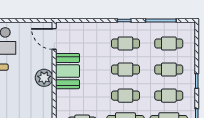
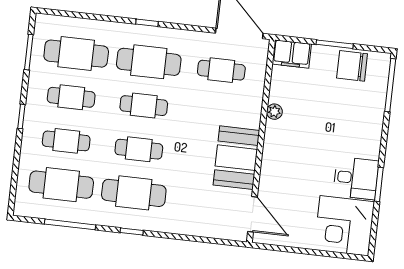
cafe table: (125, 43) -> (134, 193), width x1.37, depth x1.35
cafe table: (169, 43) -> (61, 185), width x1.37, depth x1.35
plant: (44, 78) -> (274, 112), moved, width x0.53, depth x0.53

